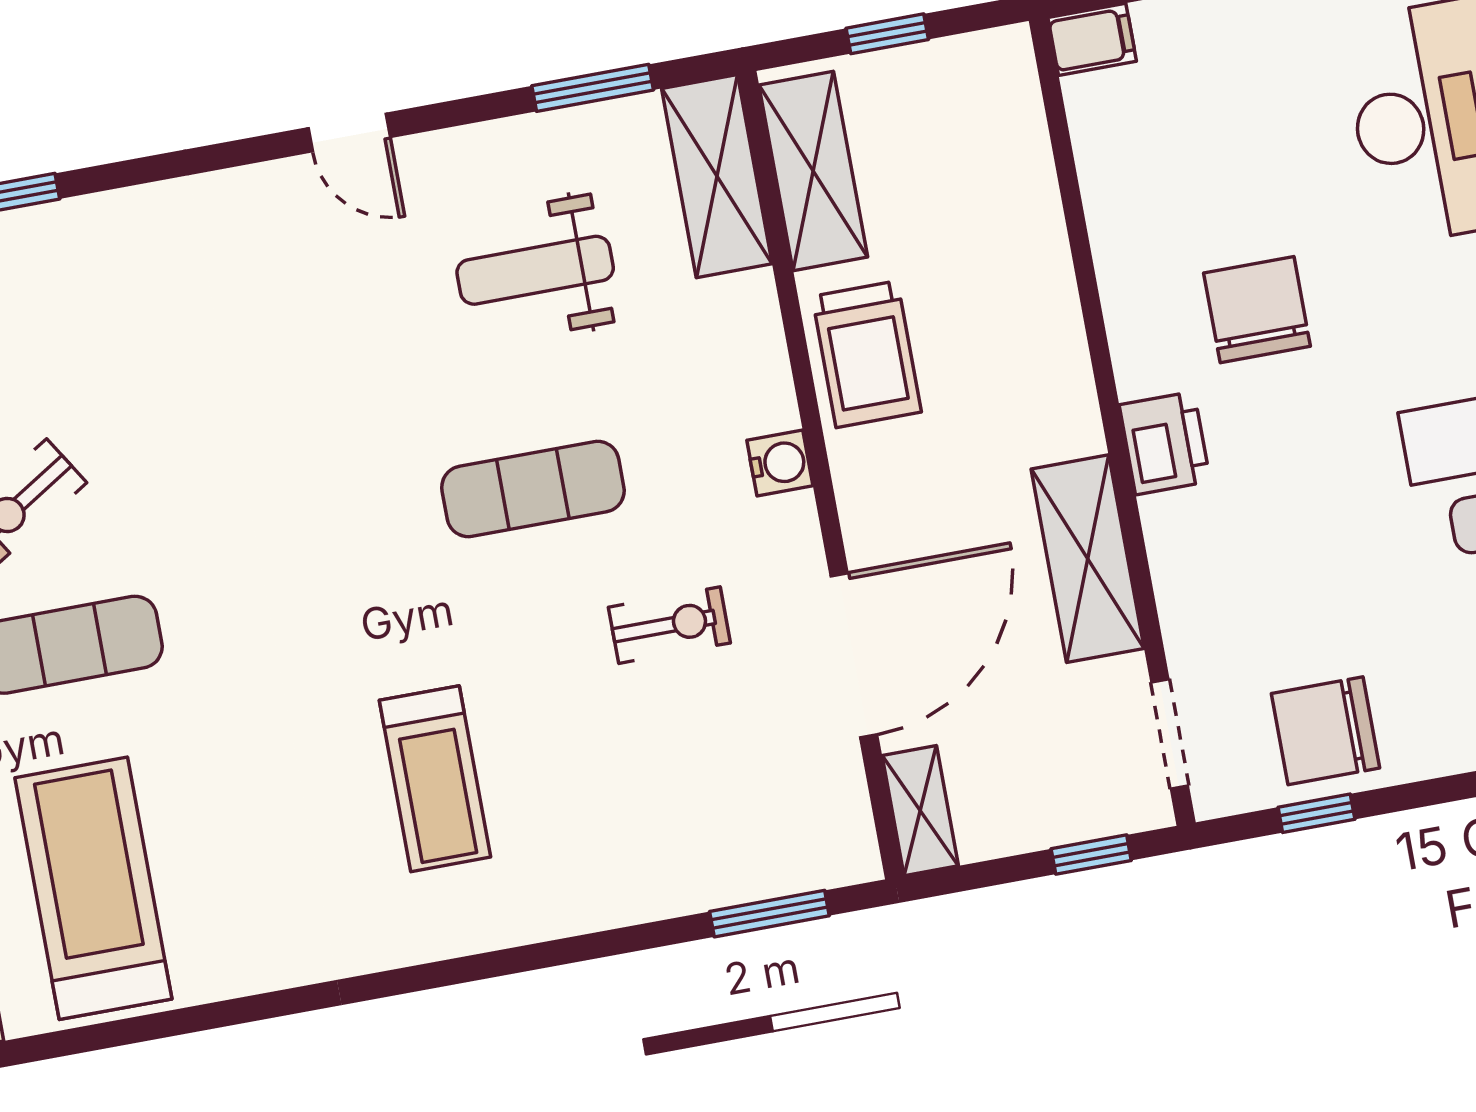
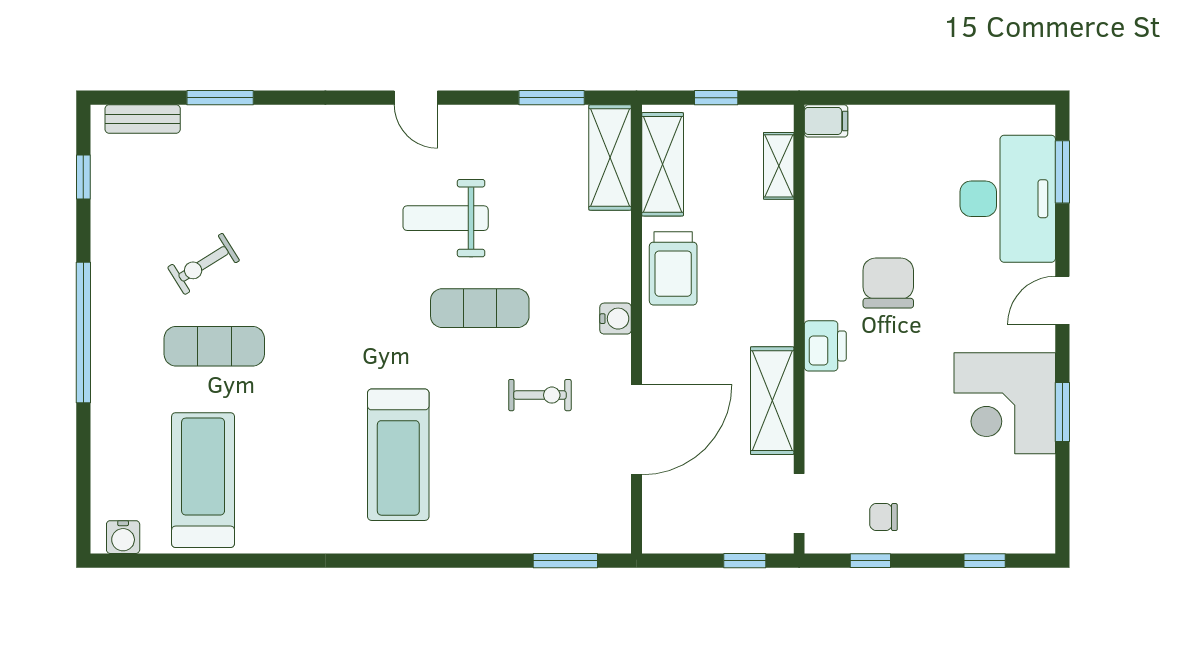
weight bench: (535, 270) -> (446, 218), moved
chair: (1326, 731) -> (883, 517), width x0.54, depth x0.54
treadmill: (435, 779) -> (398, 455), width x1.37, depth x1.38
shelving: (920, 811) -> (779, 166), moved

